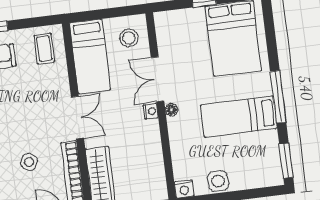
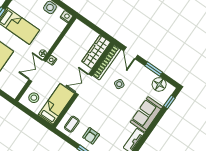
double door: (157, 79) -> (37, 71), swing flipped

